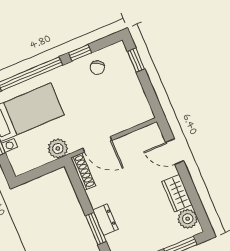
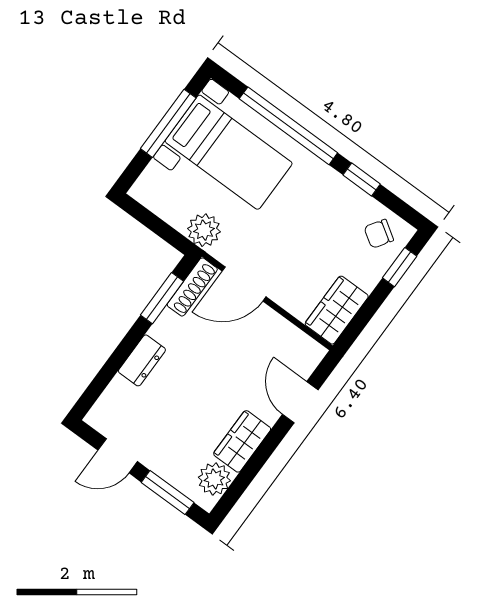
chair: (97, 68) -> (379, 234), moved
wardrobe: (139, 105) -> (337, 310), added
door: (97, 144) -> (244, 284), hinge flipped
window: (96, 229) -> (162, 298), moved

